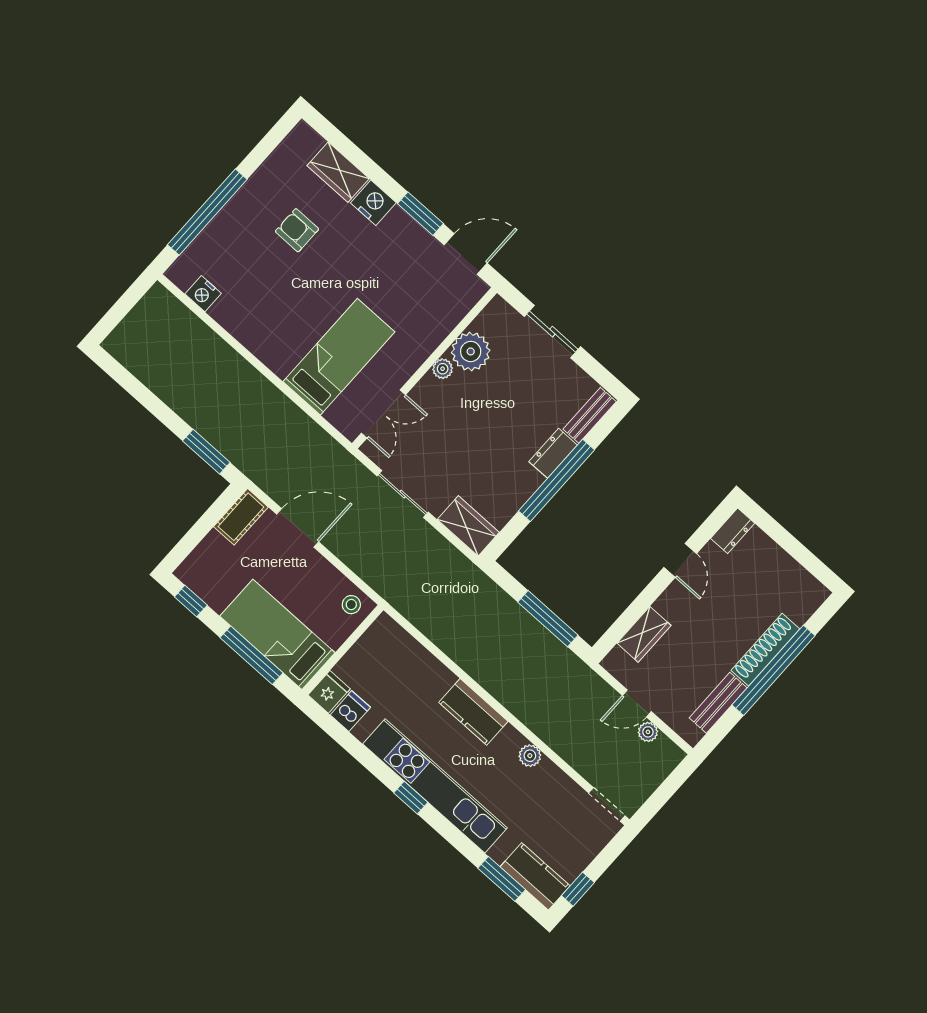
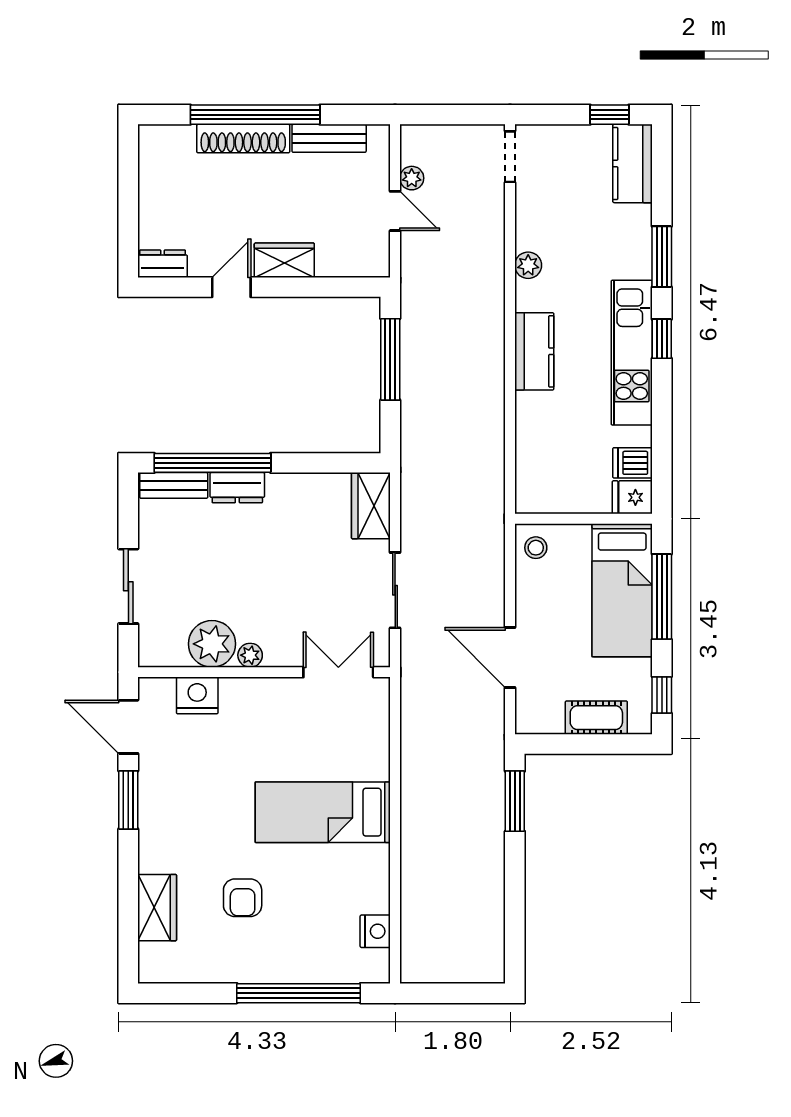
nightstand: (373, 203) -> (197, 695), moved, turned 90
bed: (339, 357) -> (323, 812), moved
window: (556, 480) -> (212, 463), moved
cot: (241, 517) -> (596, 718), moved
wardrobe: (644, 634) -> (284, 260), moved
kitchen unit: (435, 786) -> (632, 353), width x0.73
window: (502, 879) -> (662, 257), moved

